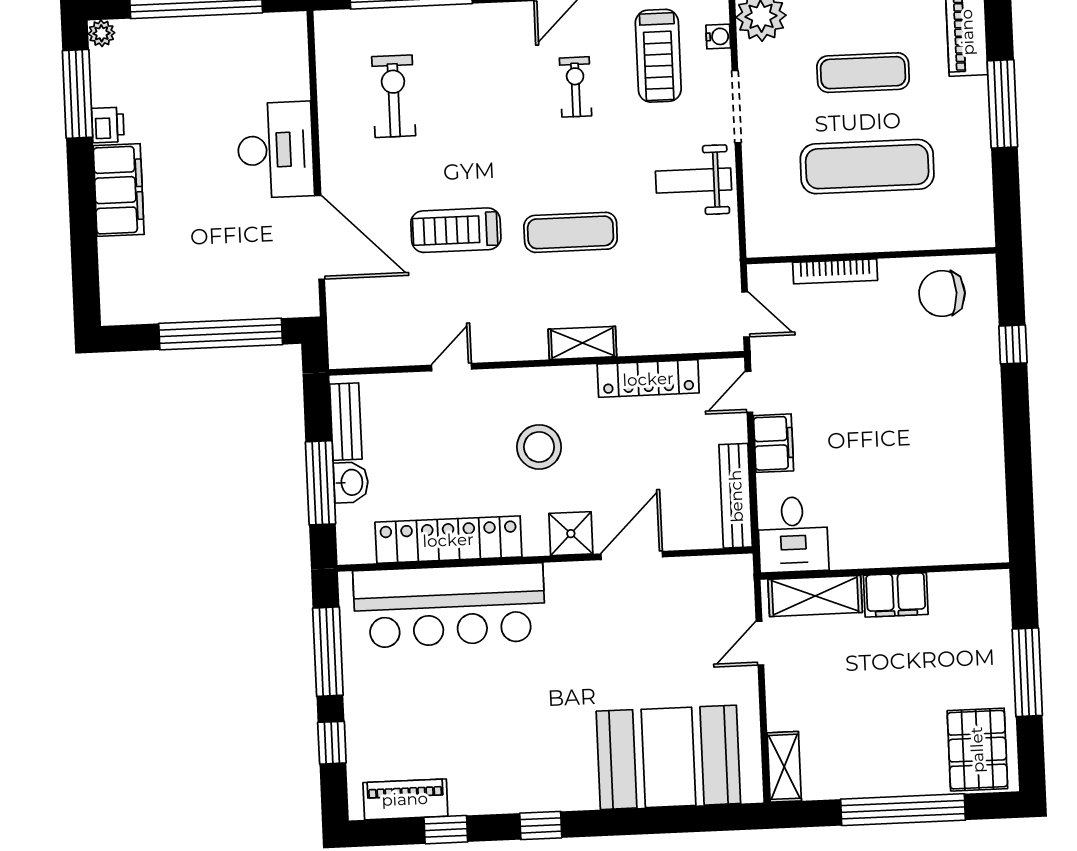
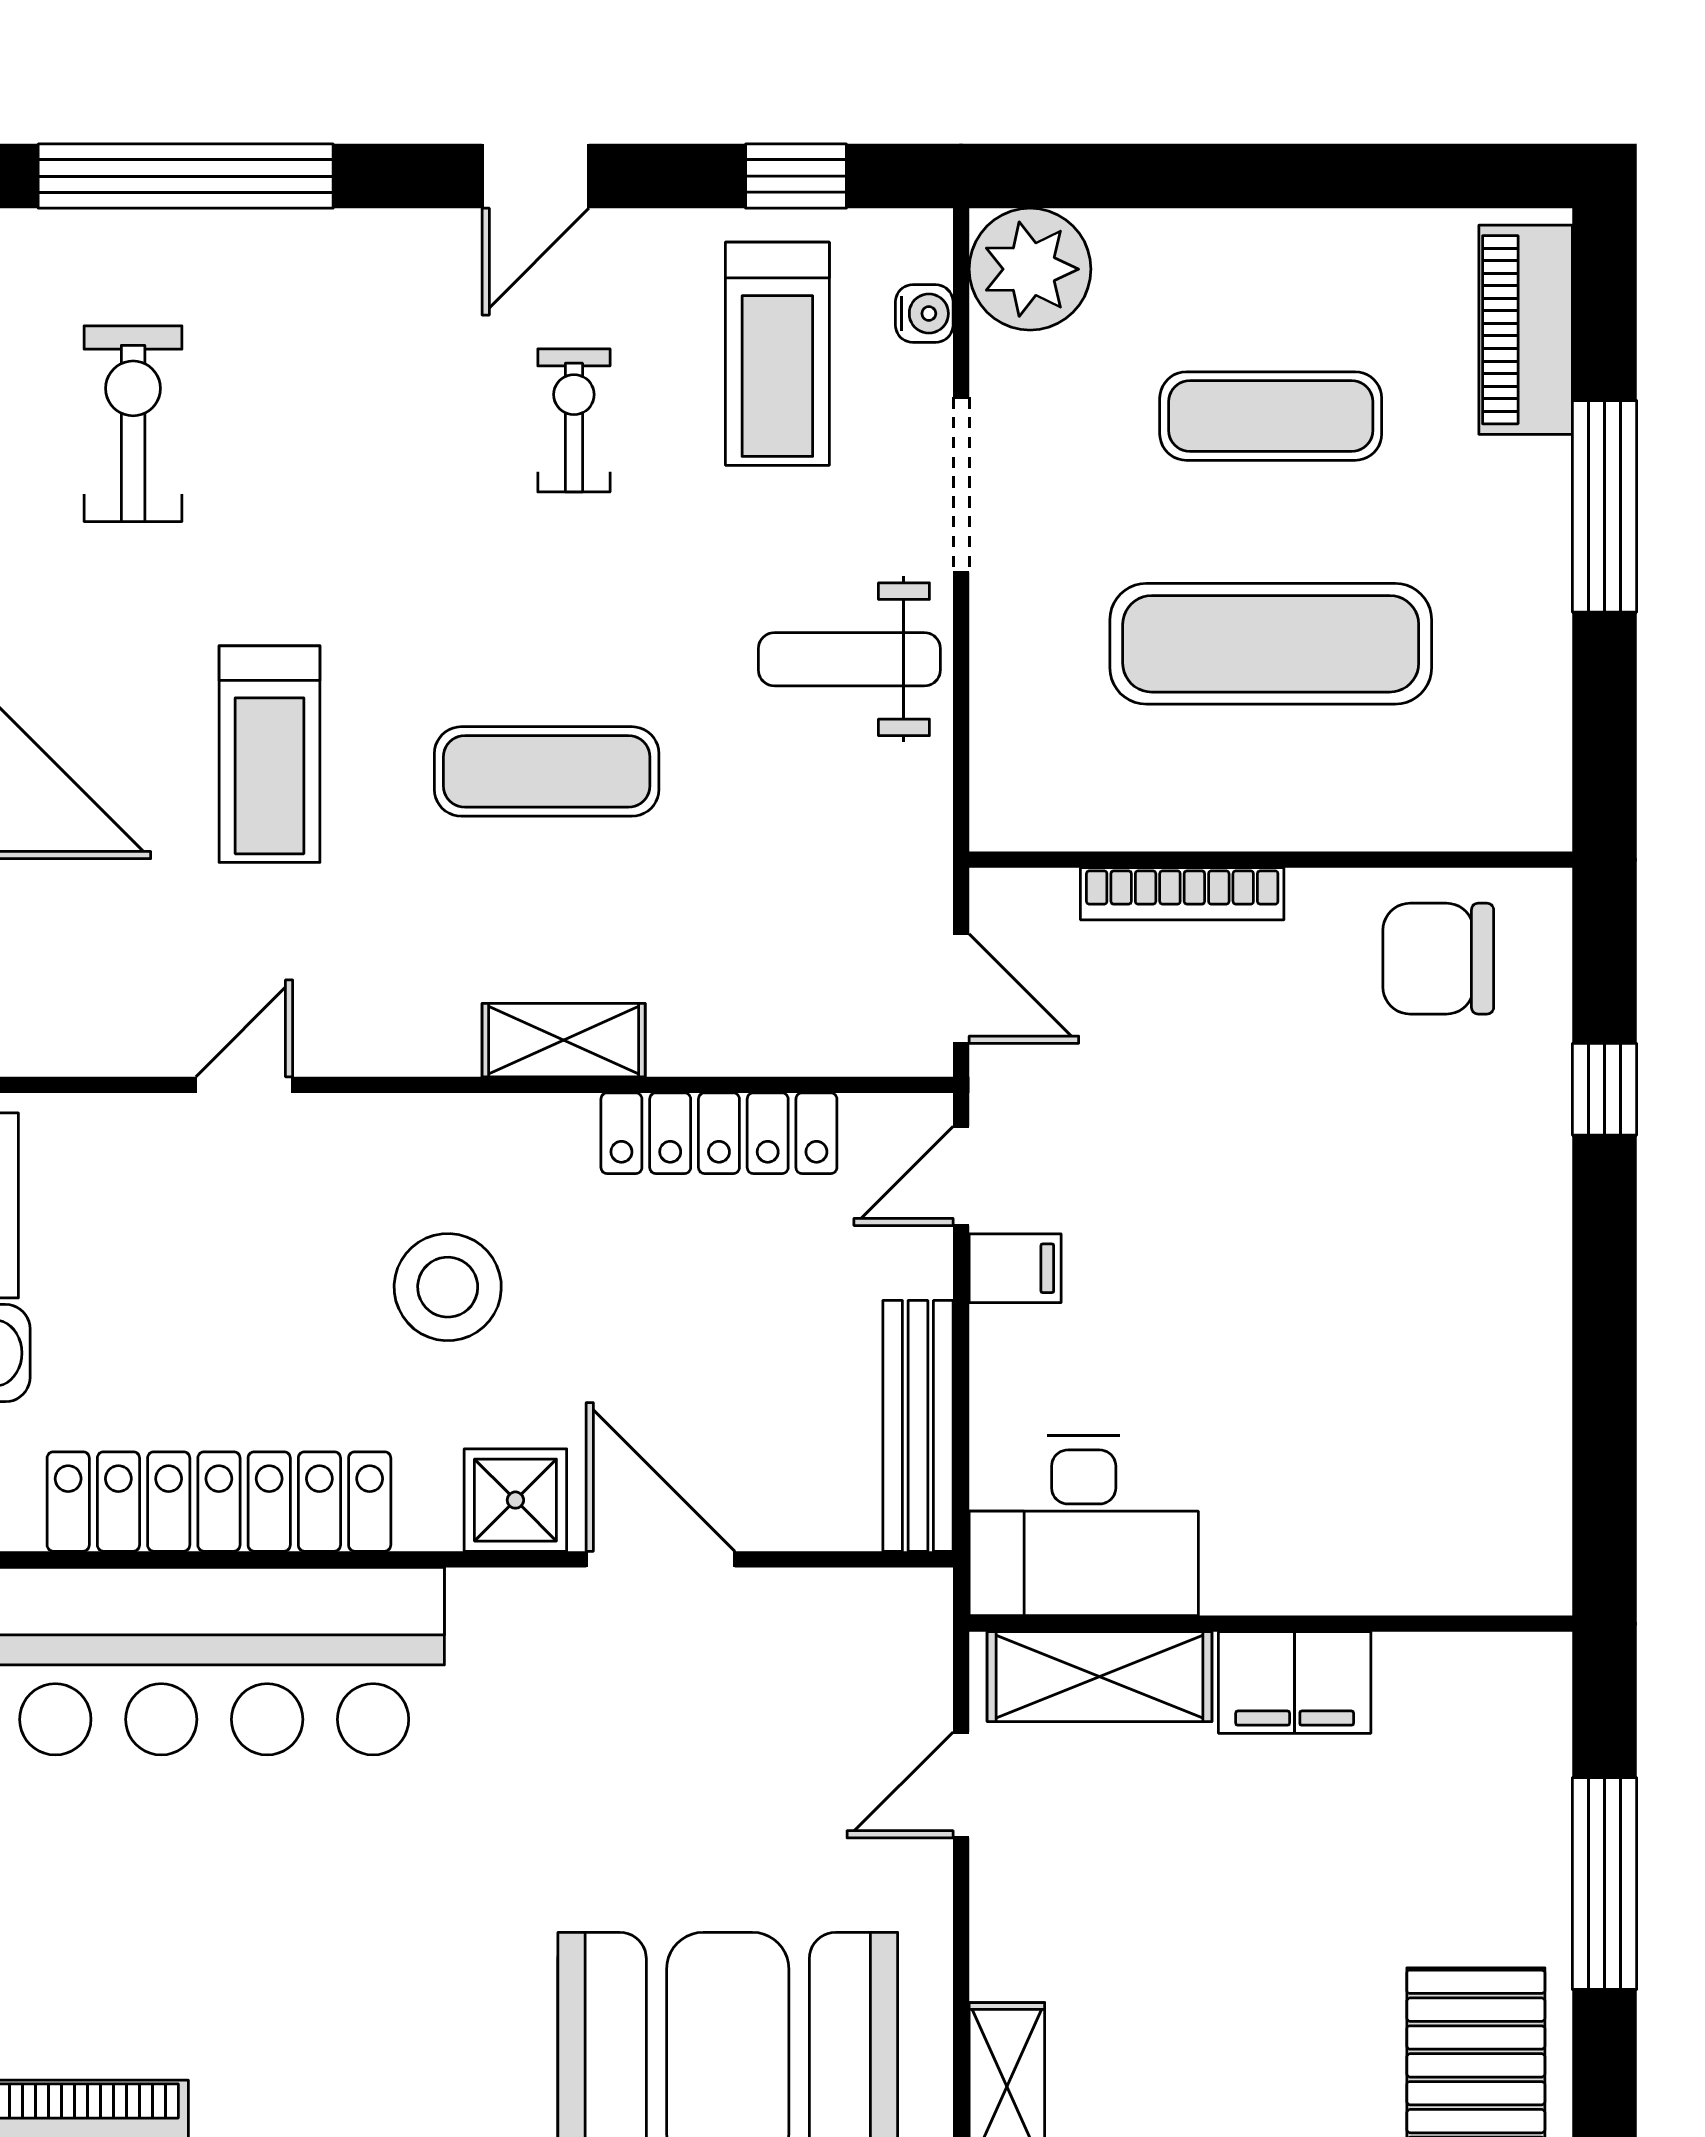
treadmill: (456, 230) -> (269, 754), turned -90
filing cabinet: (774, 443) -> (1015, 1268), width x0.50
desk: (793, 534) -> (1084, 1526), width x1.37
door: (632, 555) -> (660, 1559), hinge flipped

